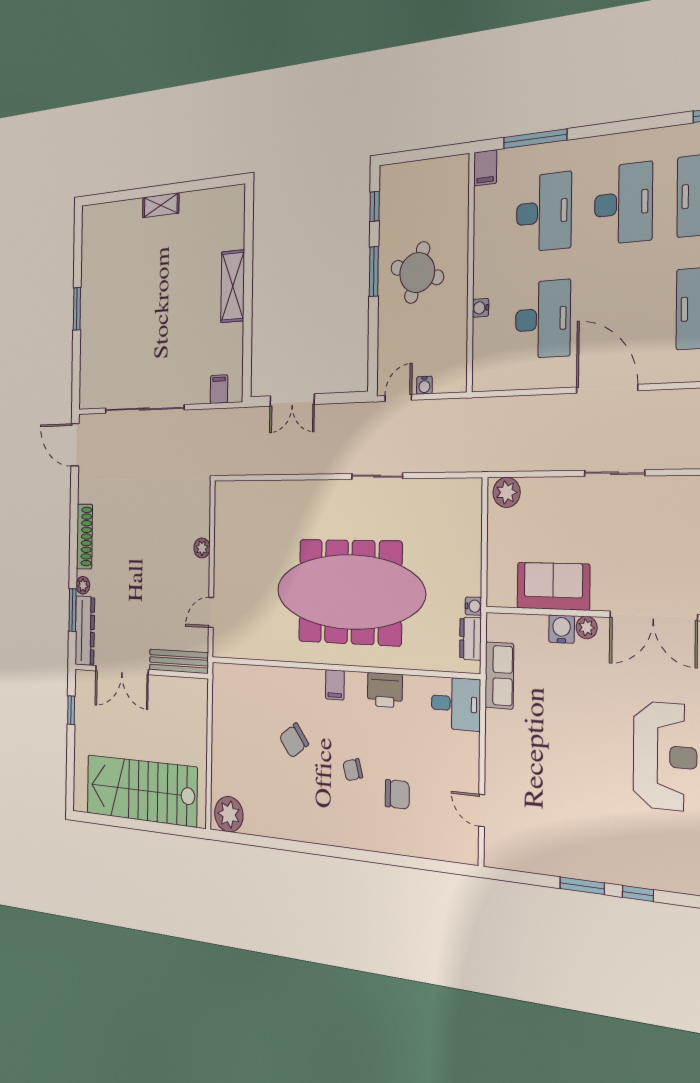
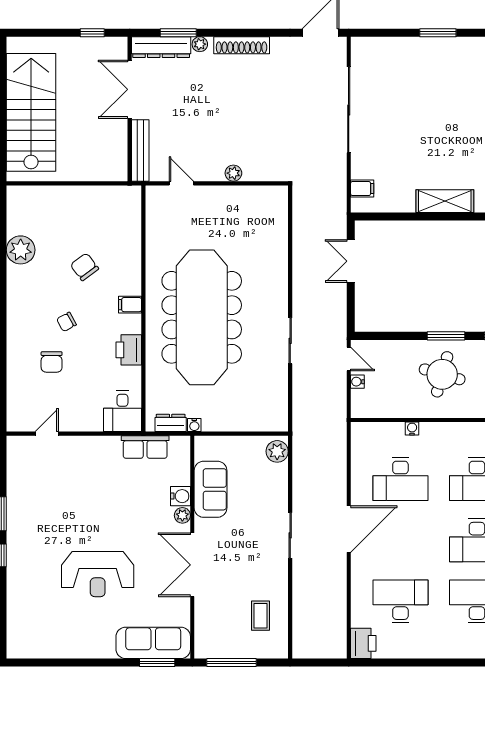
chair: (353, 770) -> (66, 322), turned -104
plant: (229, 814) -> (21, 250), moved

